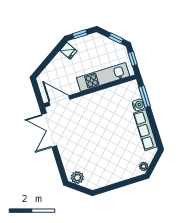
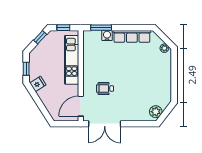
wheelchair: (85, 119) -> (105, 89), added

